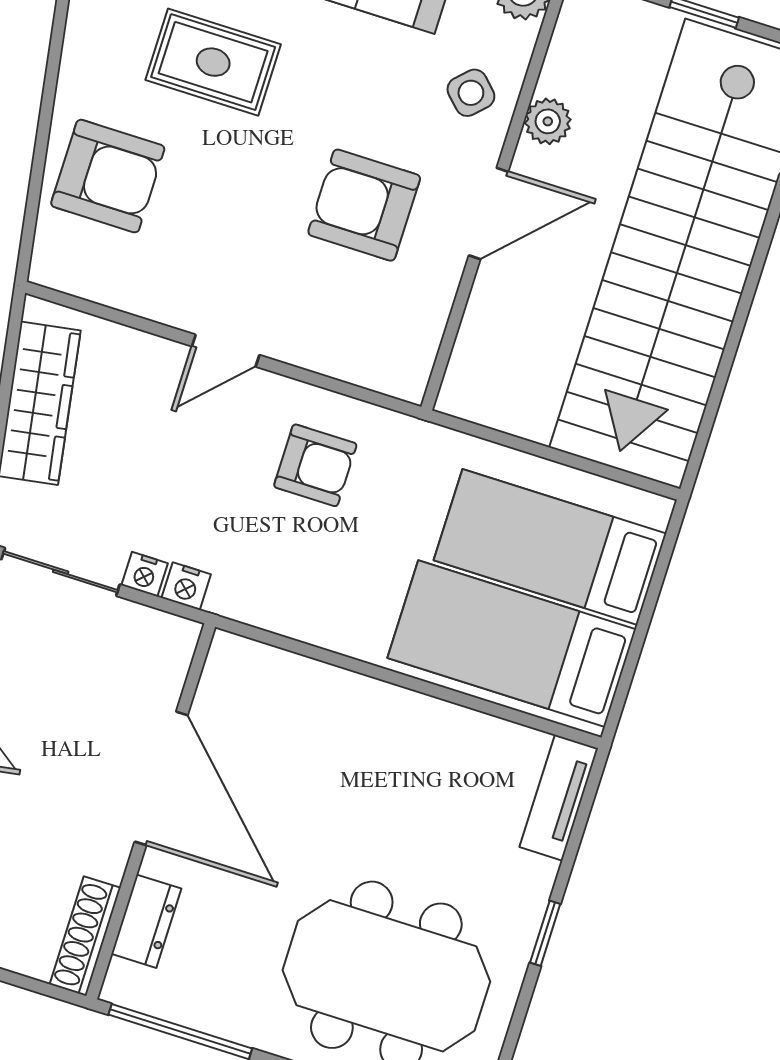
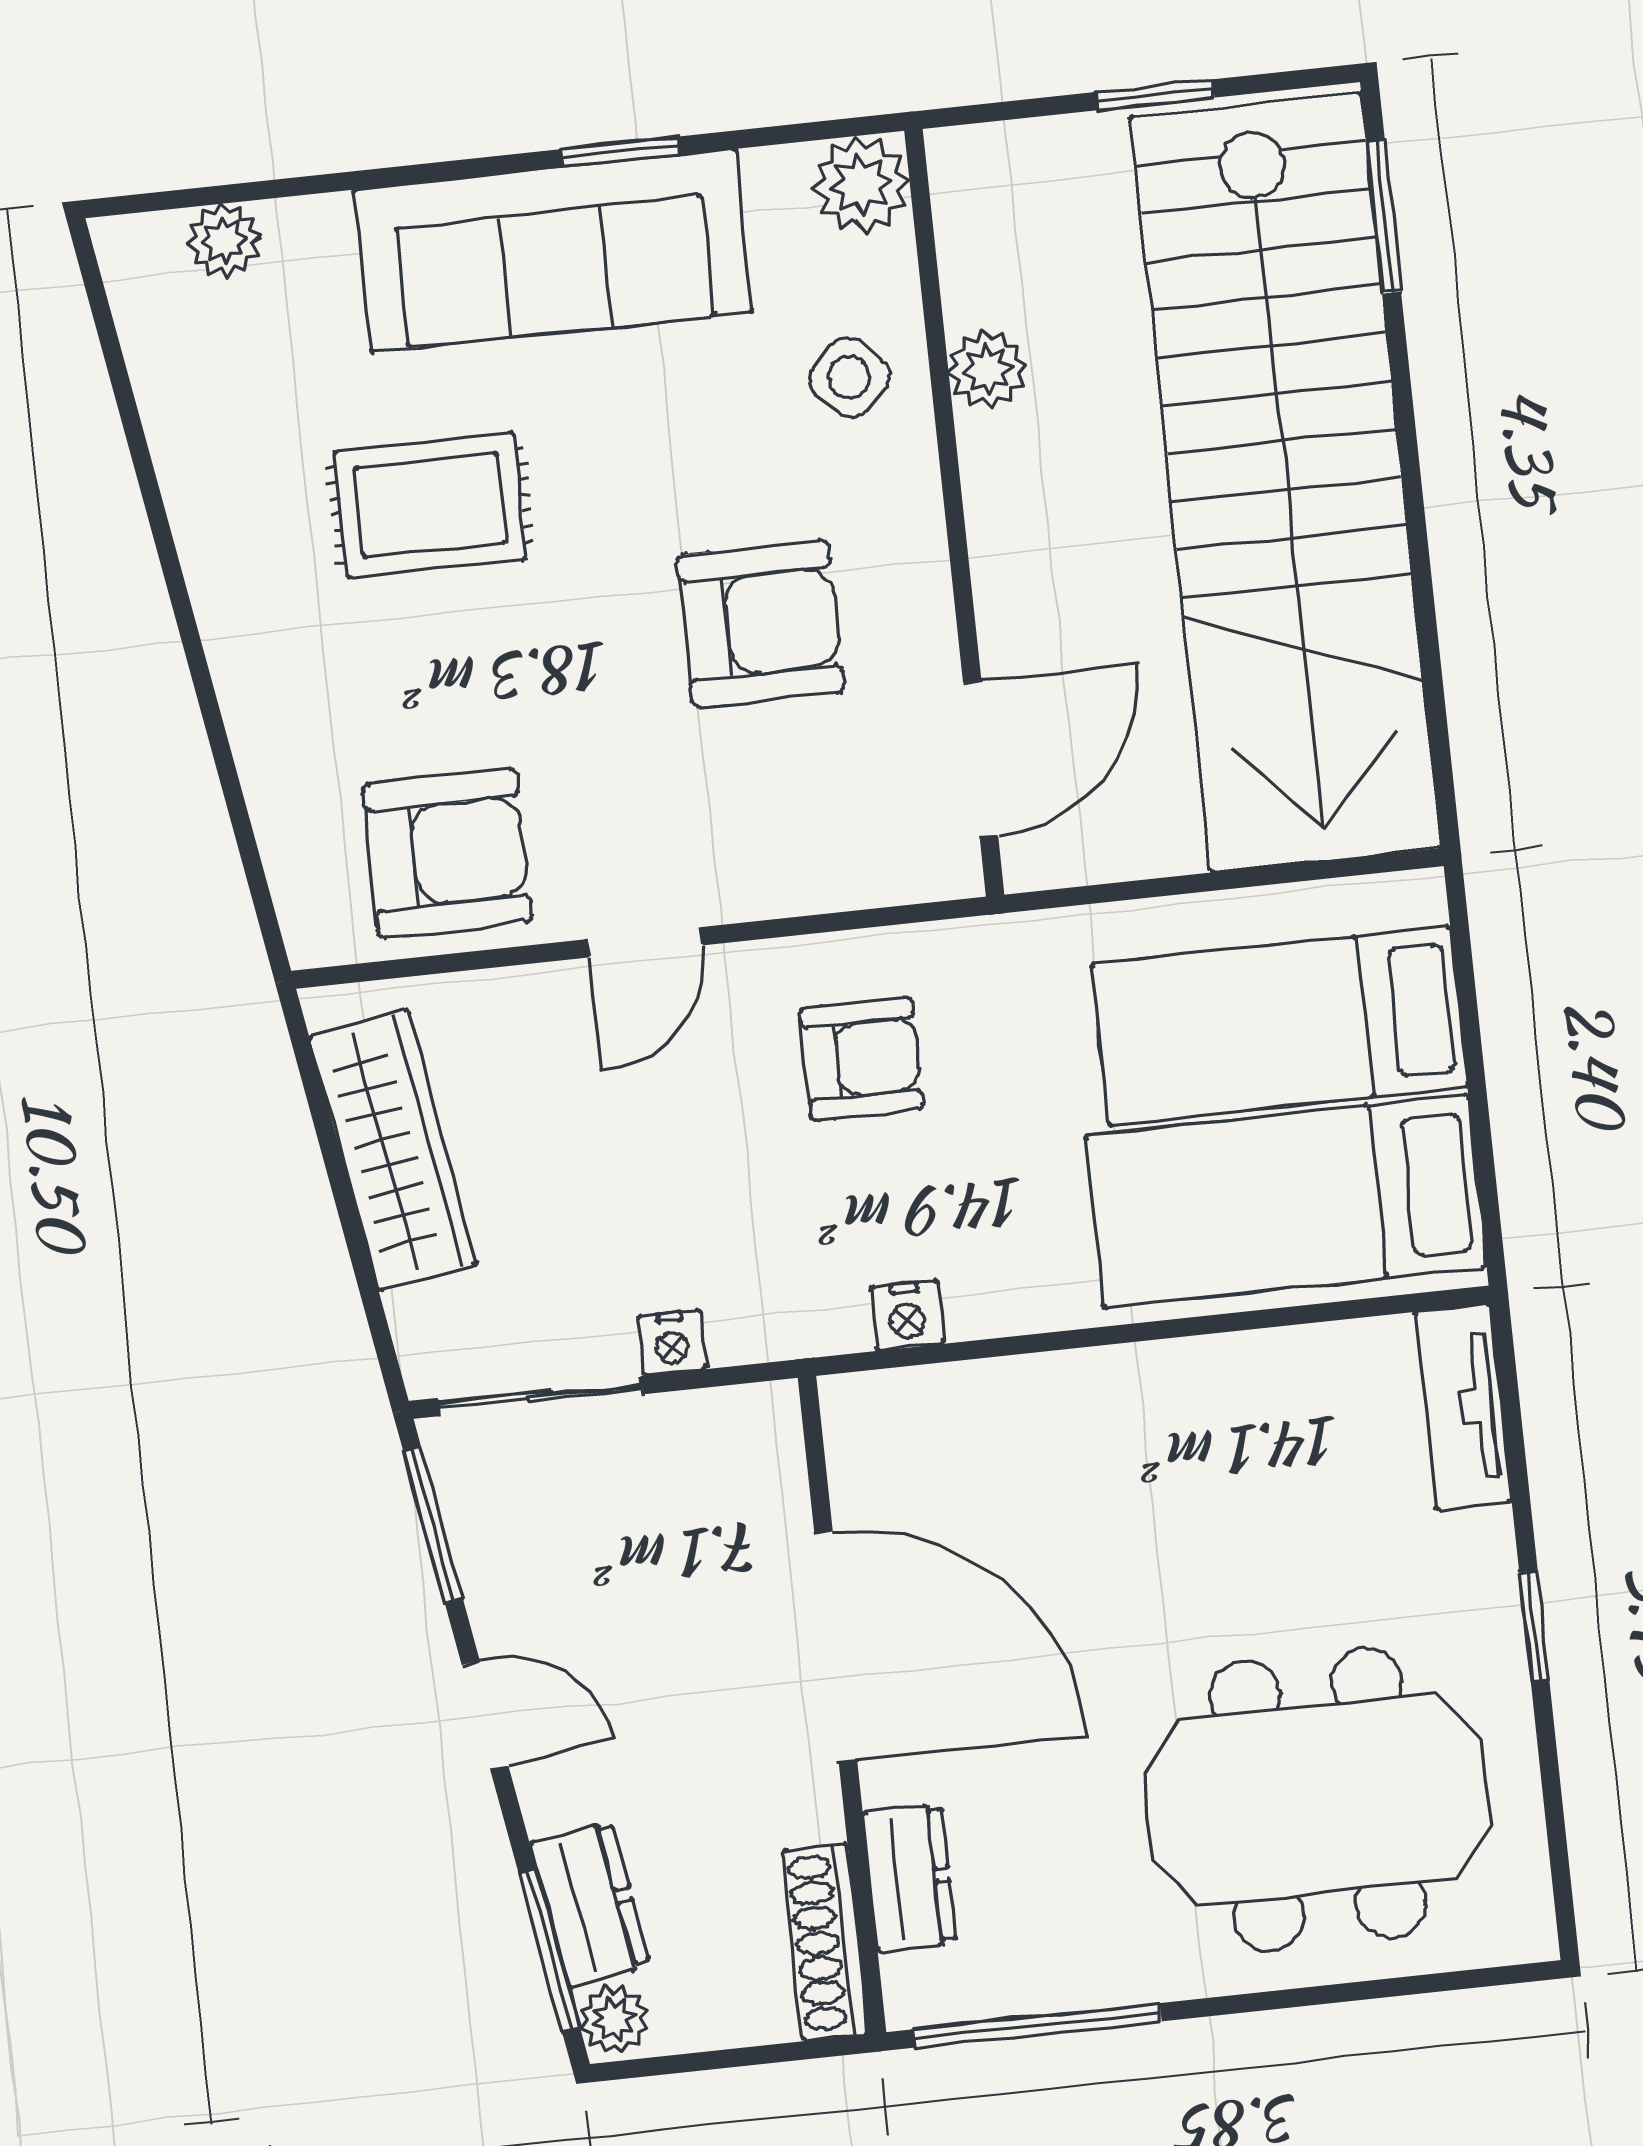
armchair: (108, 176) -> (448, 853), moved
armchair: (364, 205) -> (761, 623), turned 180
door: (489, 214) -> (981, 759), moved
nightstand: (186, 586) -> (907, 1316), moved

